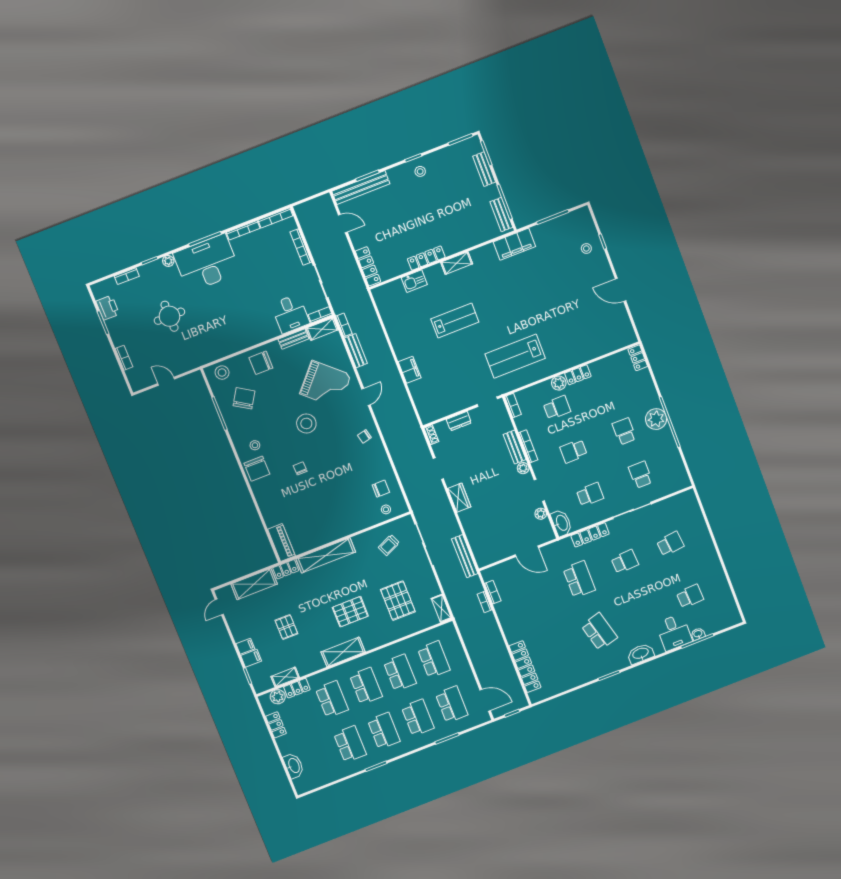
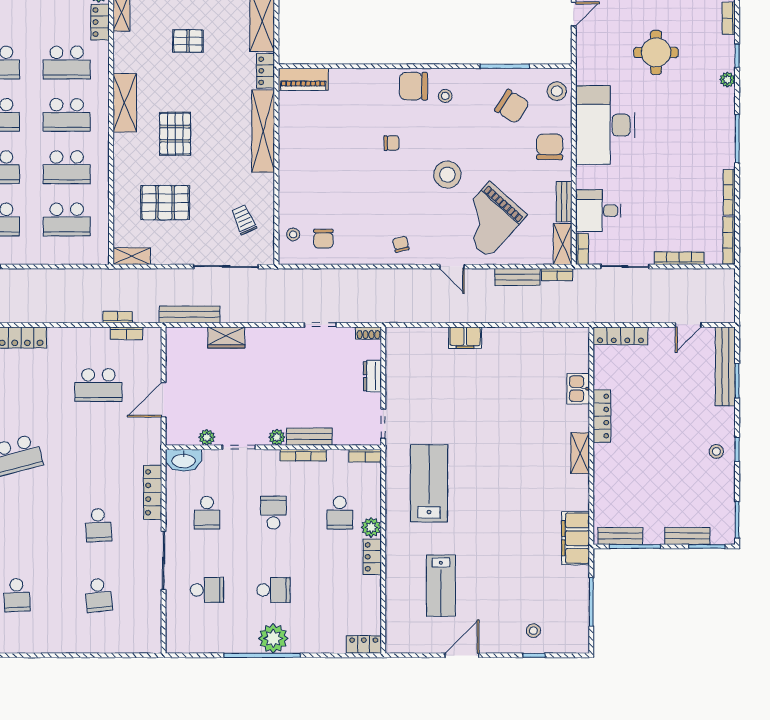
desk: (207, 263) -> (605, 125), moved, turned 180
lab bench: (455, 321) -> (441, 586), moved
wardrobe: (459, 498) -> (226, 337), moved
school desk: (579, 579) -> (98, 385), moved

